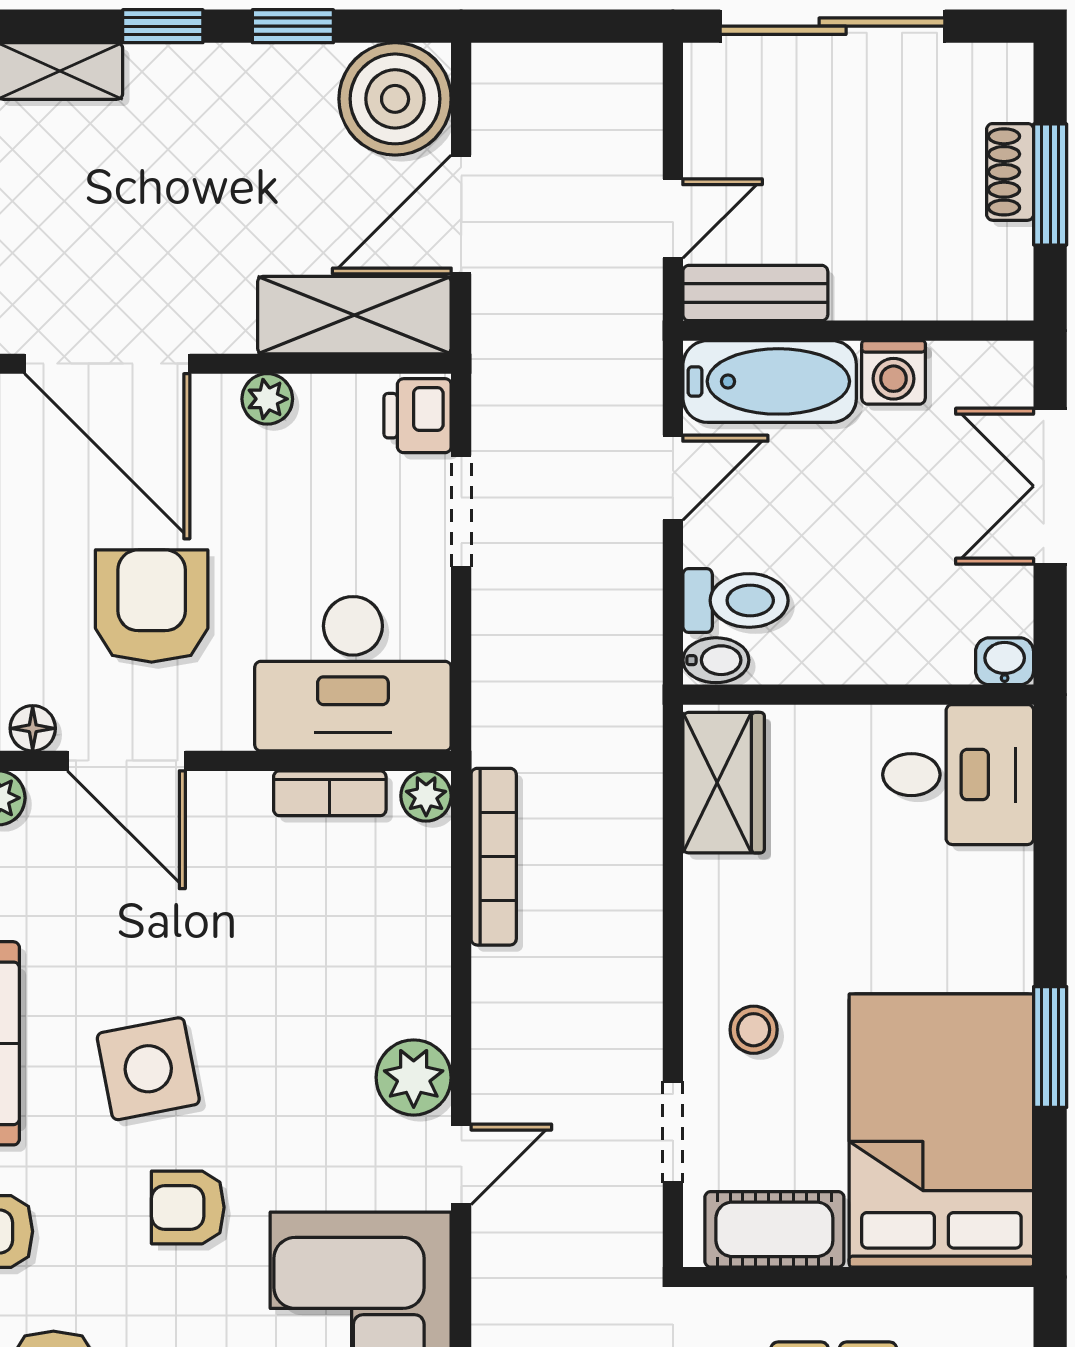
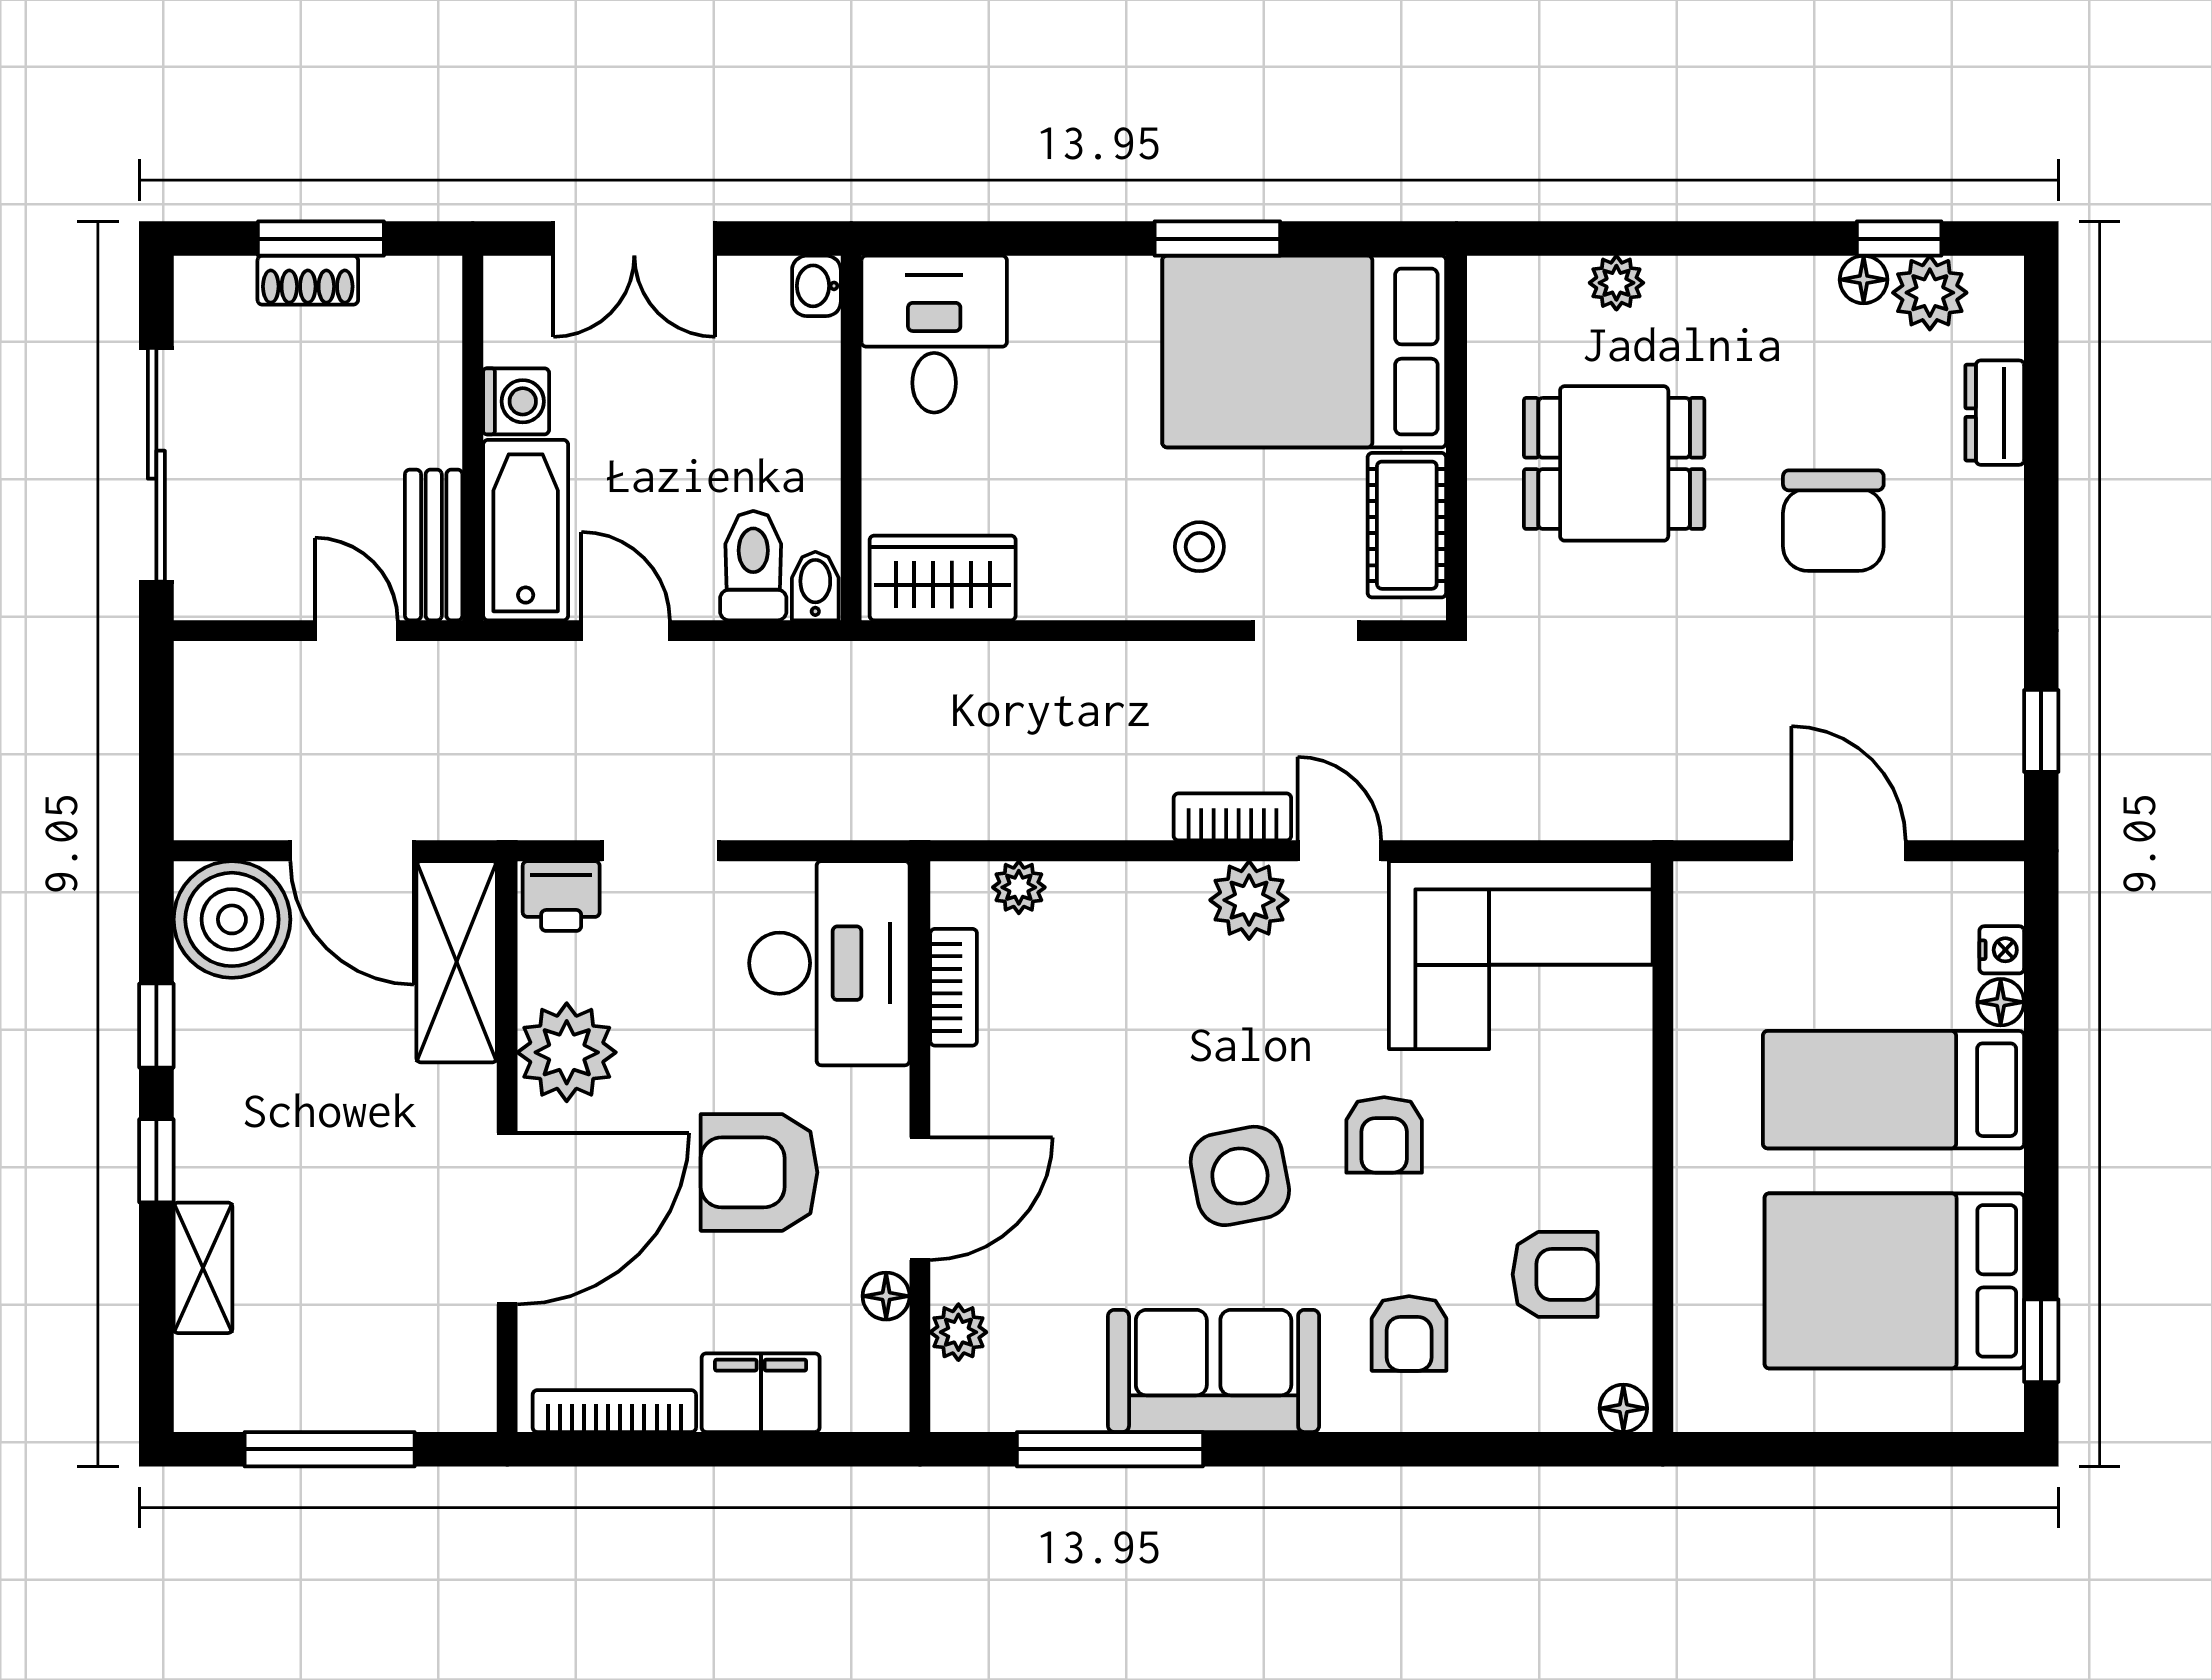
plant: (267, 399) -> (567, 1052), width x1.88, depth x1.88
plant: (426, 796) -> (1019, 887), moved
bookcase: (494, 857) -> (1232, 817), moved, width x0.64

